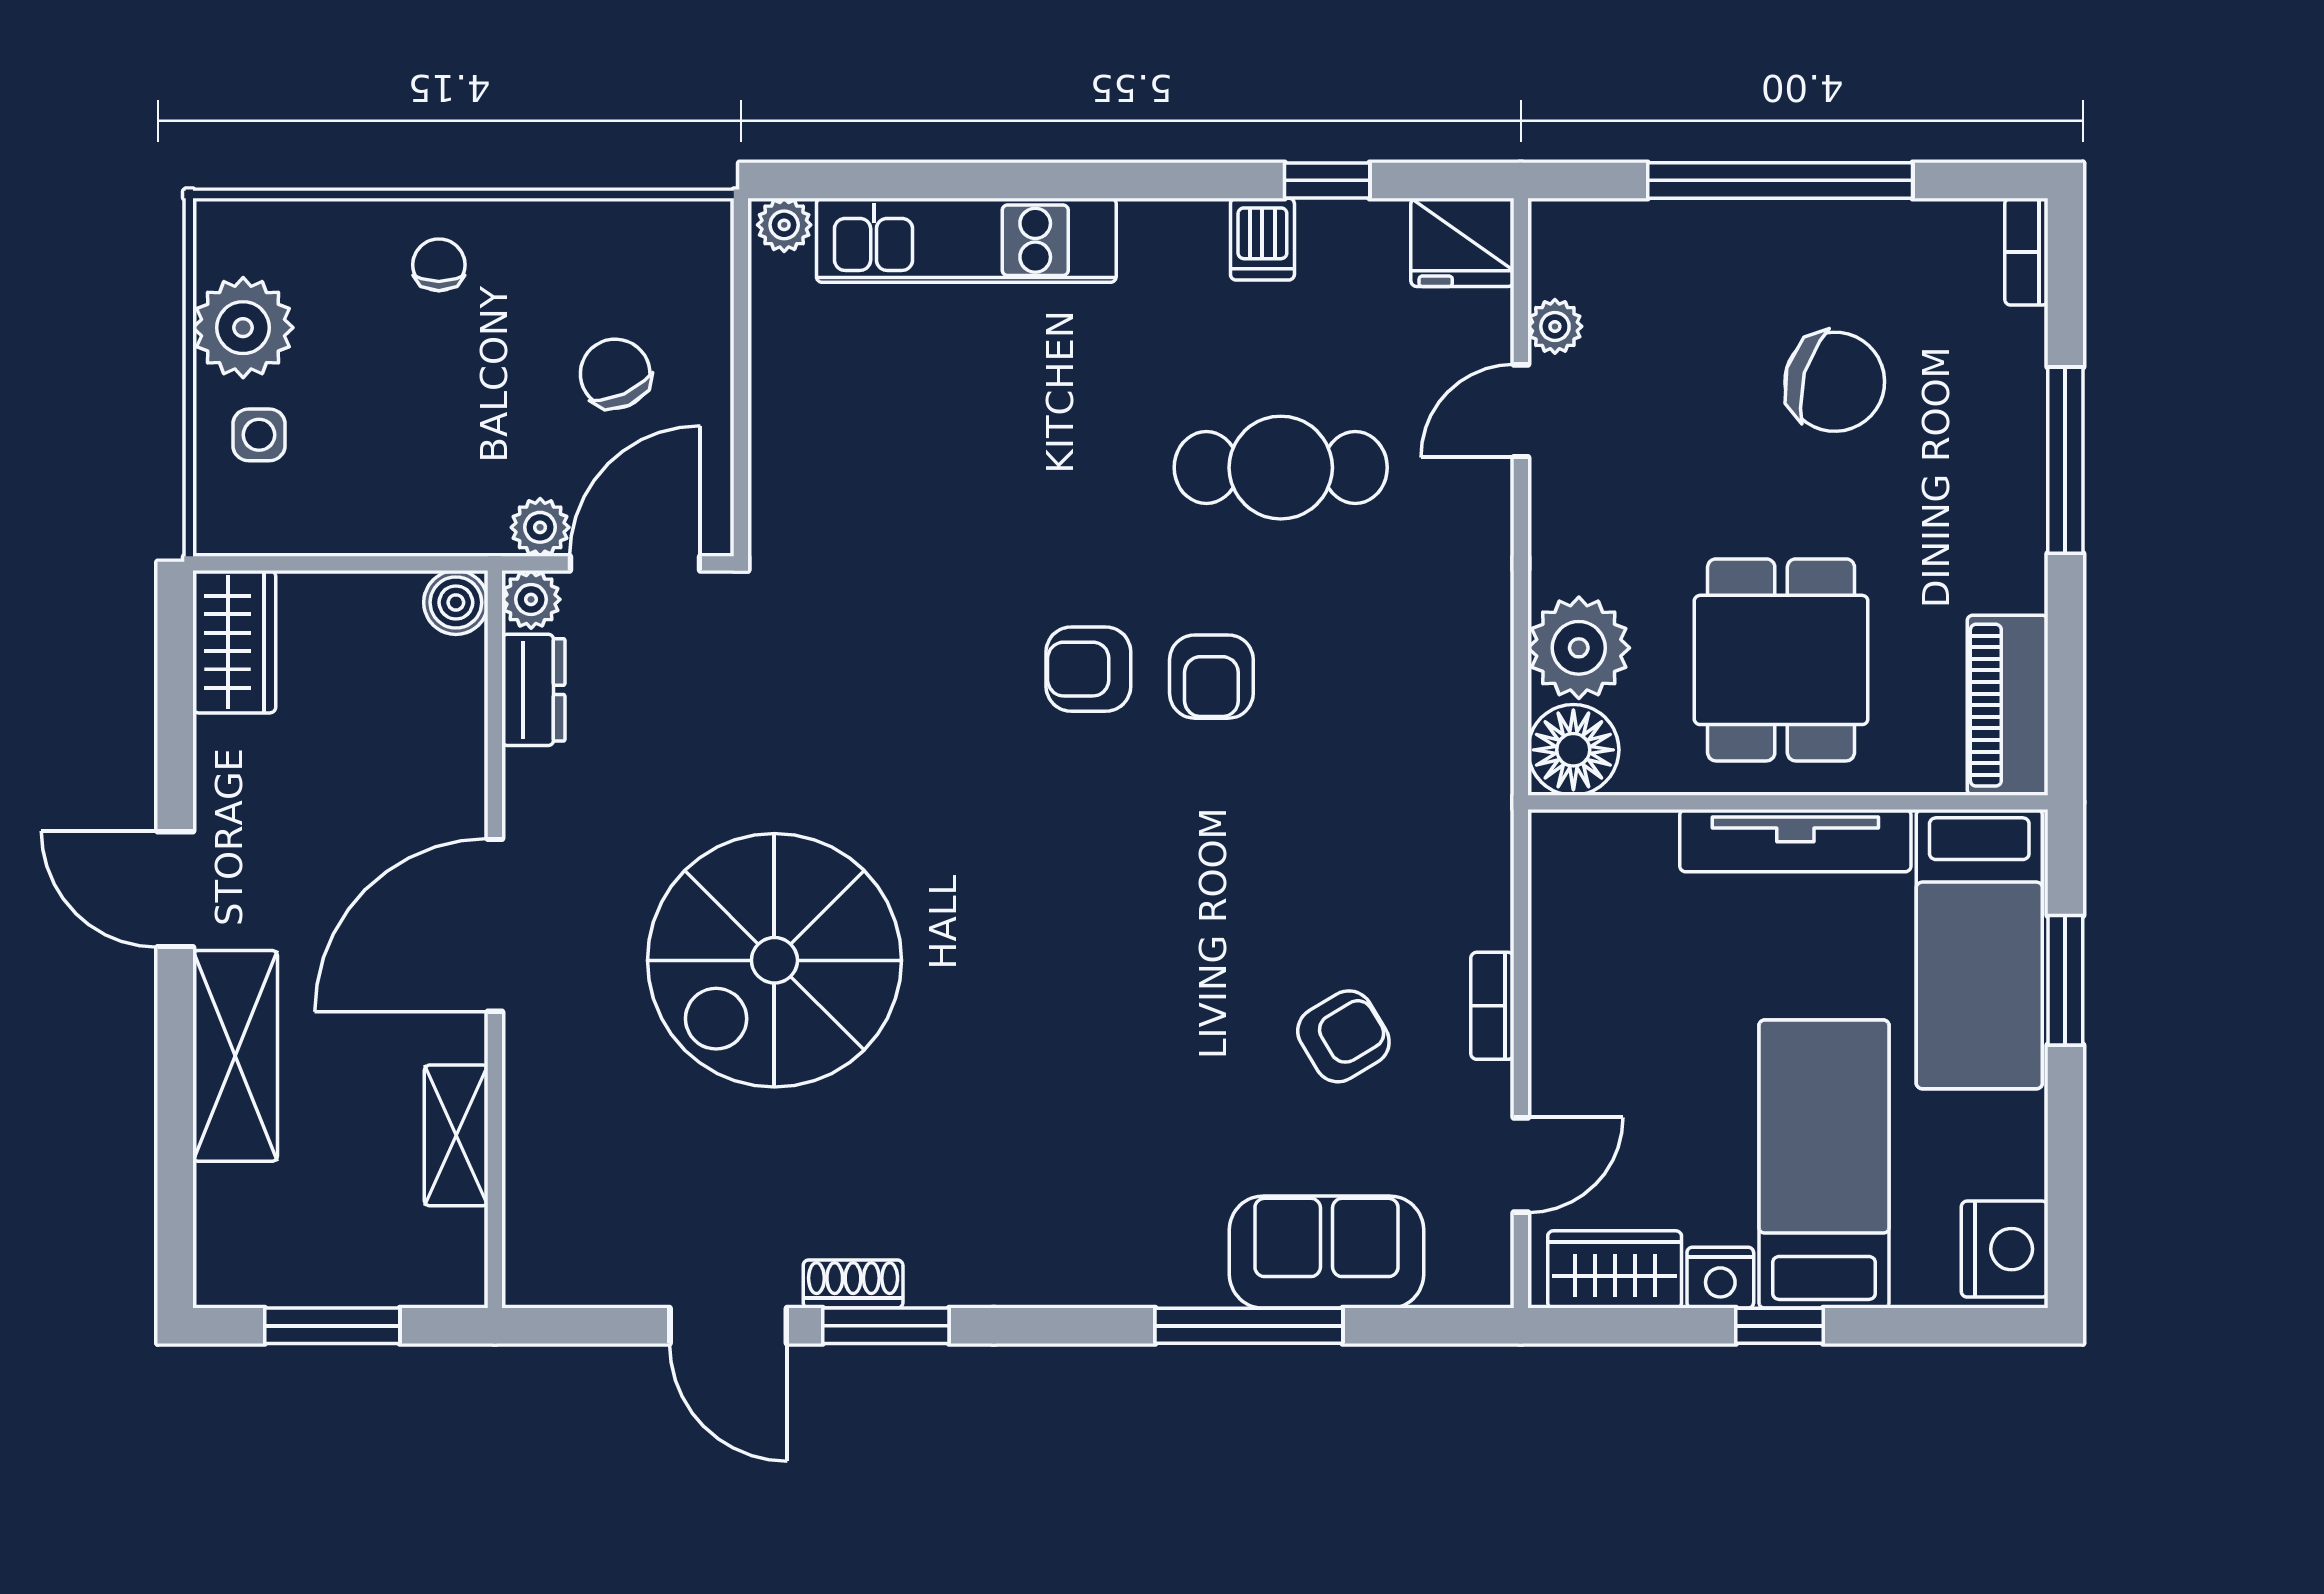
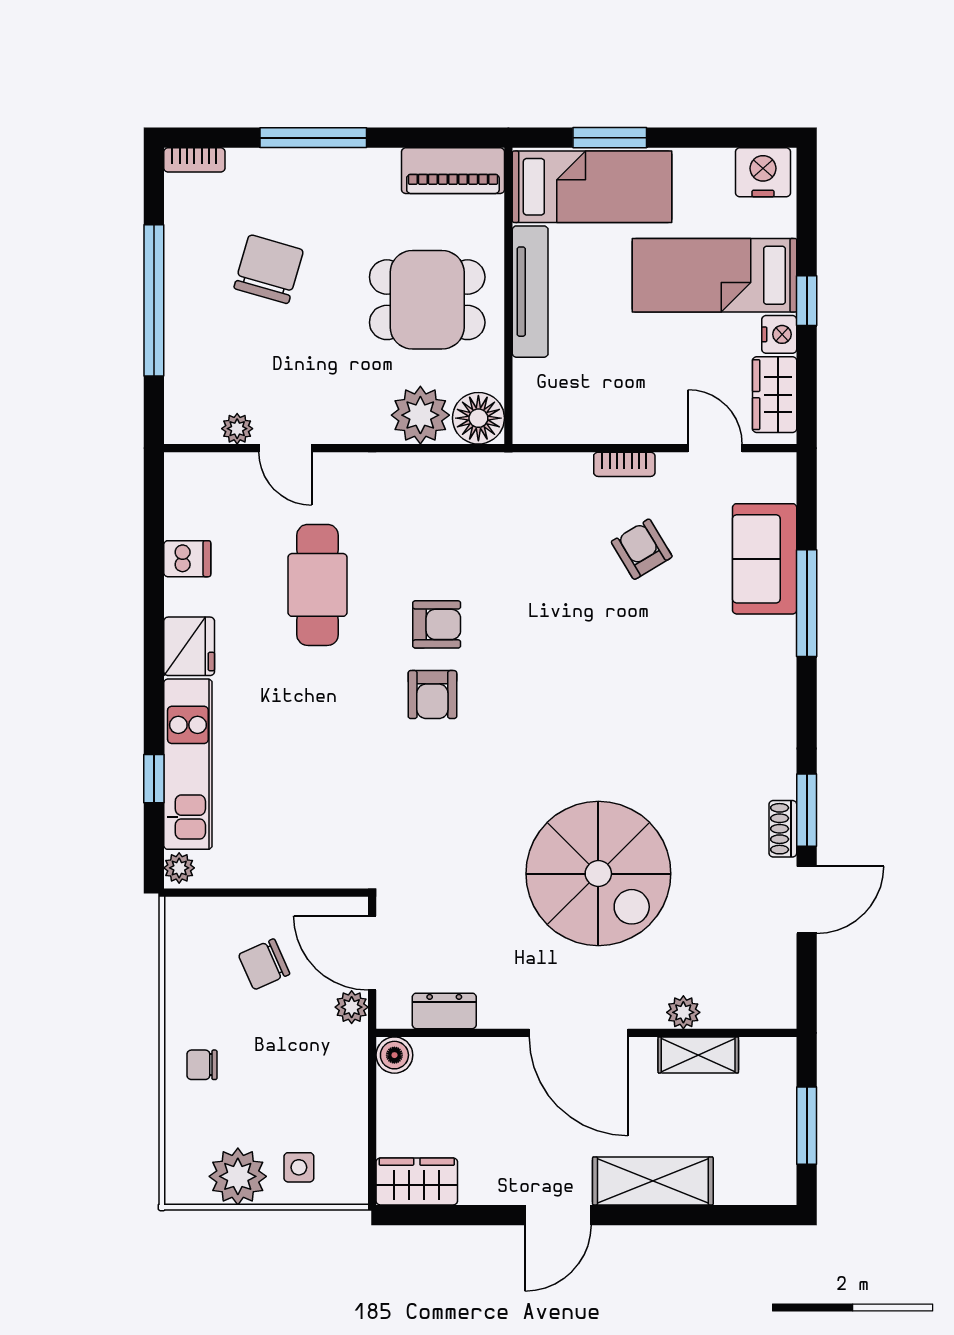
window: (1327, 180) -> (154, 779), moved
dishwasher: (1262, 239) -> (187, 559), moved
fridge: (1462, 242) -> (189, 646), moved
plant: (531, 599) -> (683, 1012), moved

